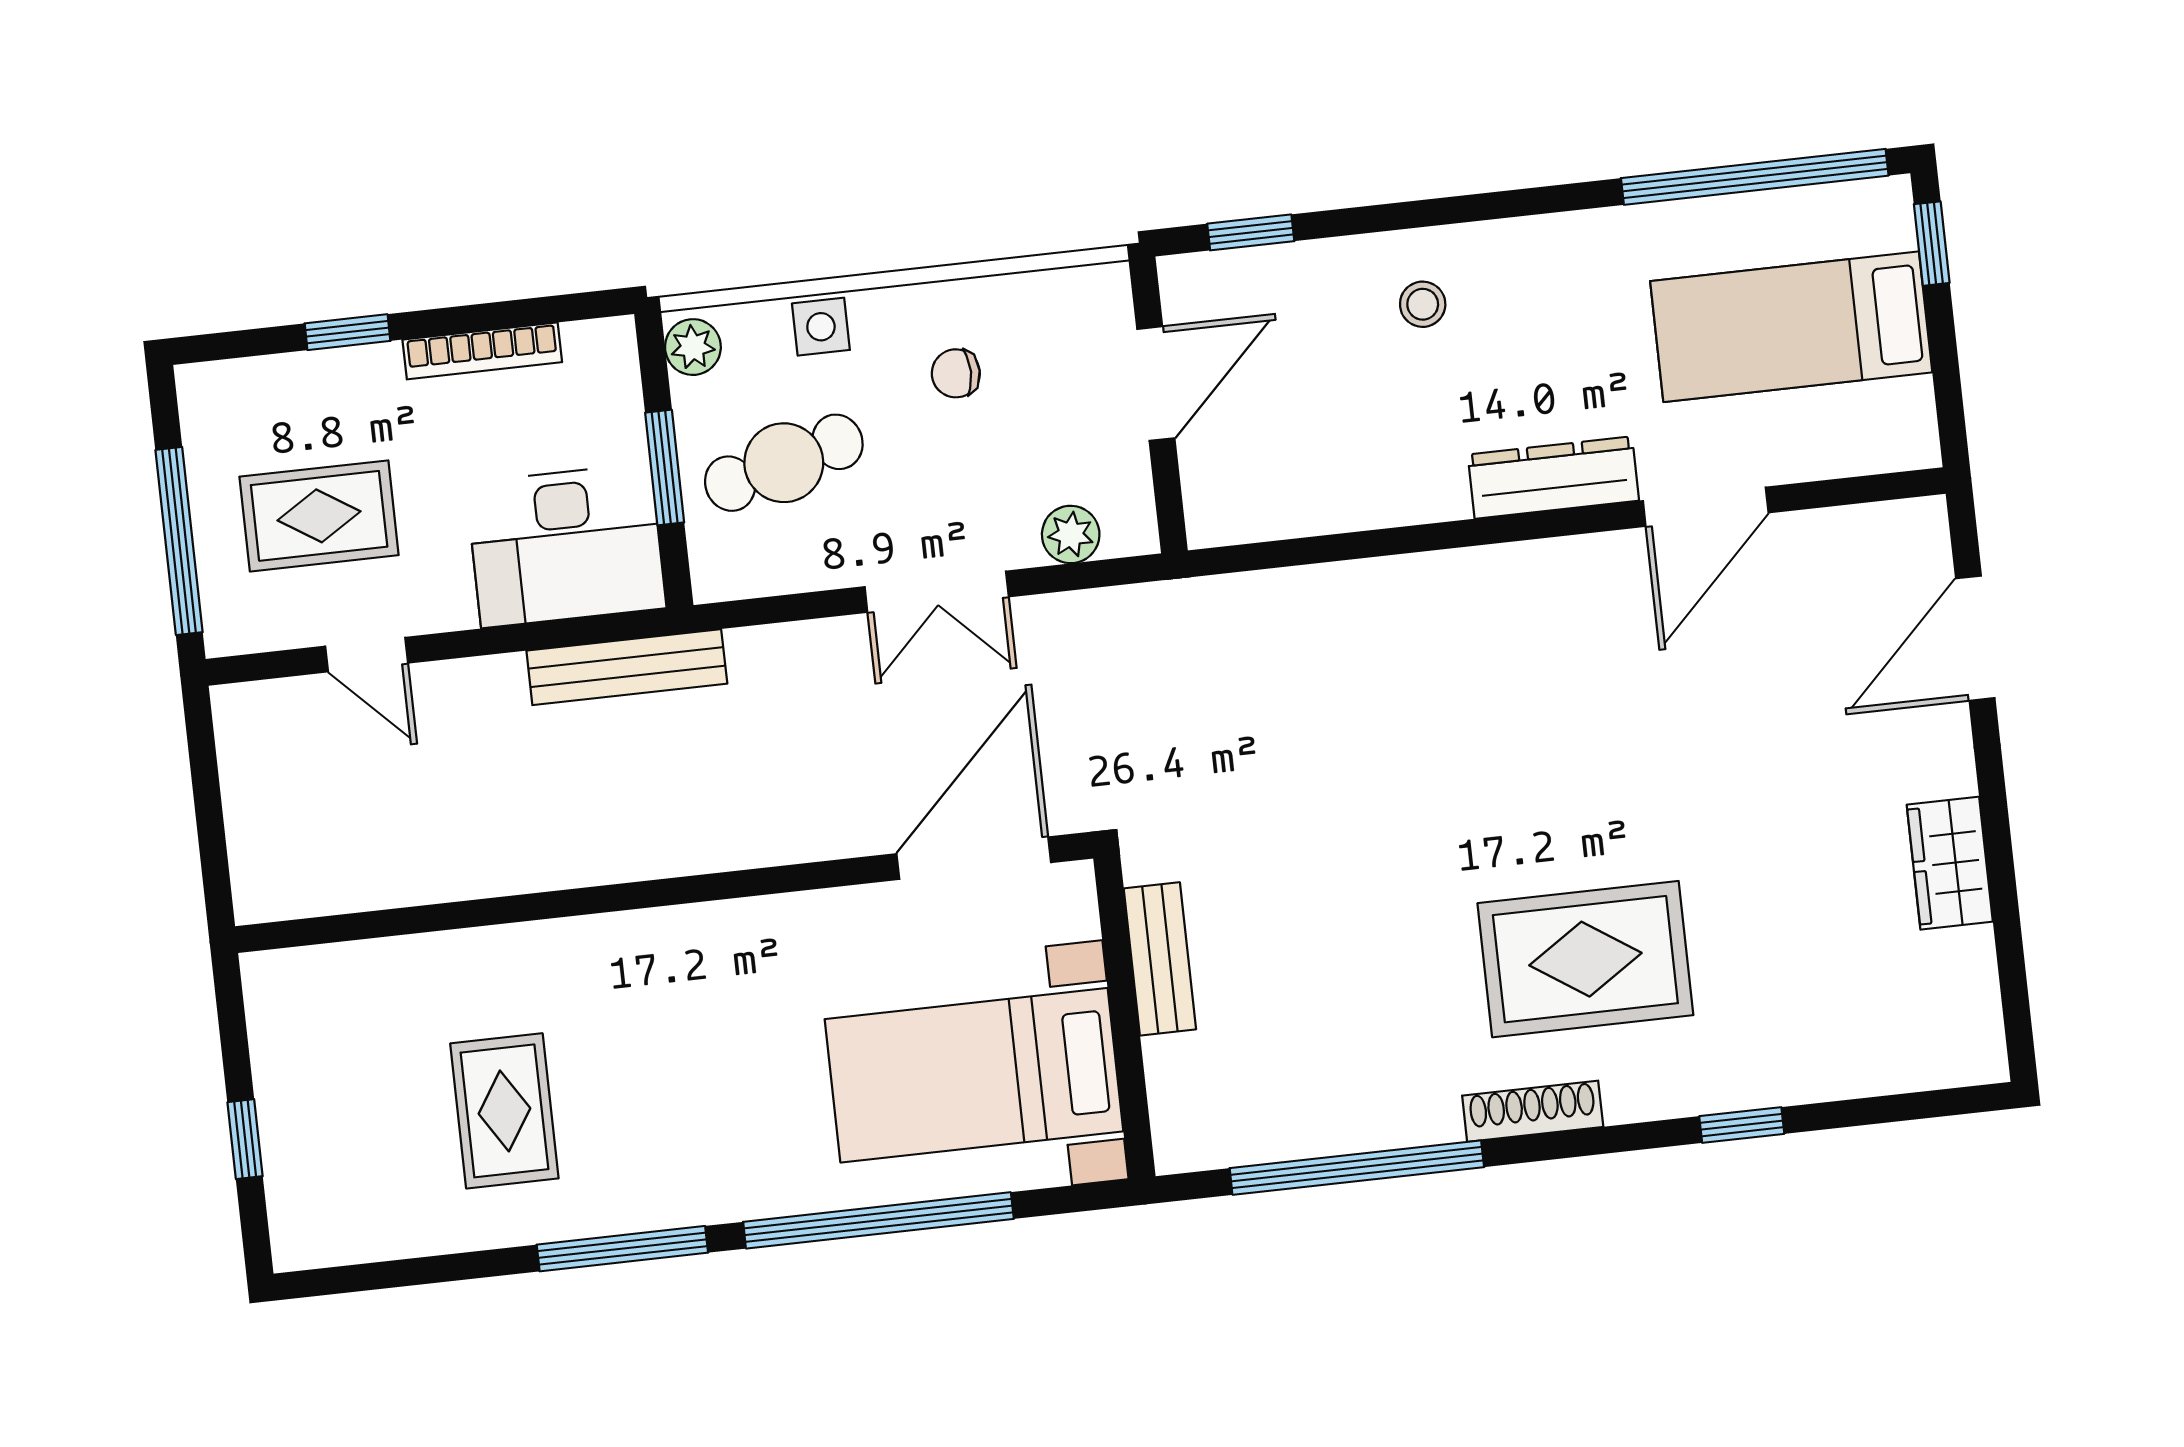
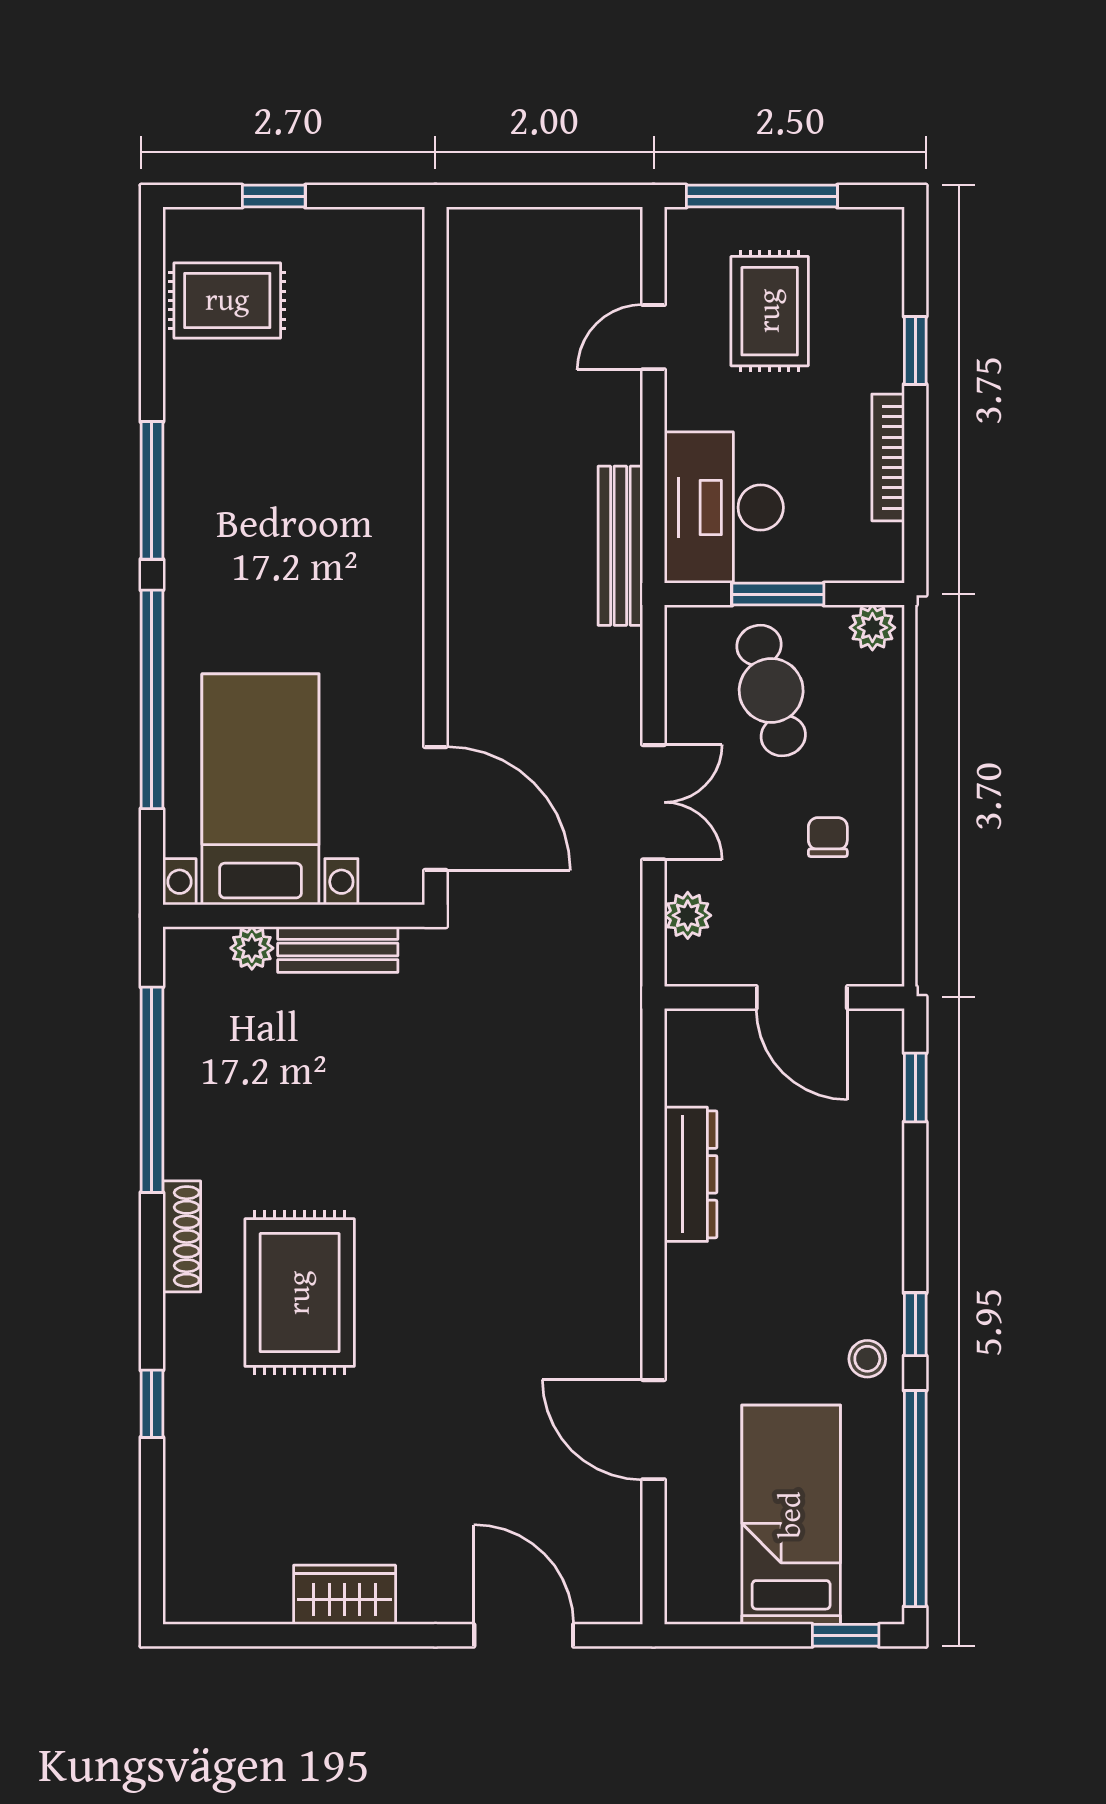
window: (1541, 200) -> (915, 1324), added
stool: (1423, 304) -> (867, 1359), moved
side table: (821, 327) -> (877, 733), removed
dresser: (1553, 478) -> (691, 1174), moved
double door: (937, 592) -> (654, 802), swing flipped
plant: (1170, 1064) -> (252, 948), added
rug: (504, 1111) -> (227, 301), moved

